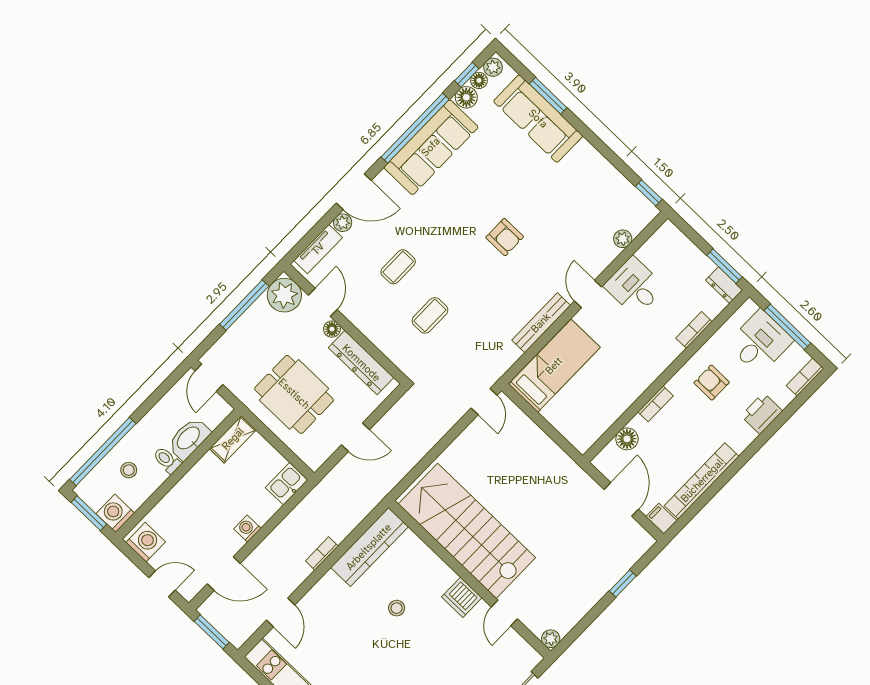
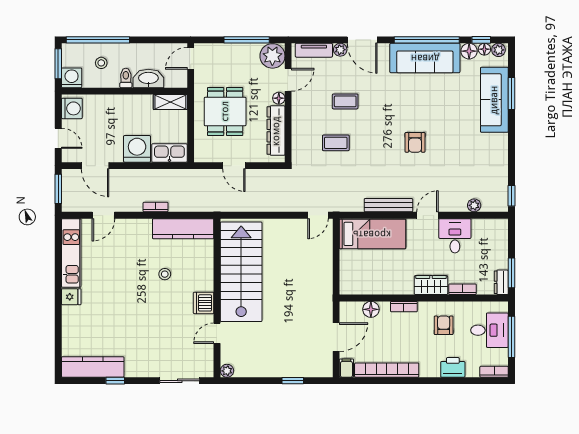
wardrobe: (660, 357) -> (431, 285), added
kitchen sink: (287, 484) -> (169, 153), width x1.38
washing machine: (247, 529) -> (137, 149), width x1.89, depth x1.89

